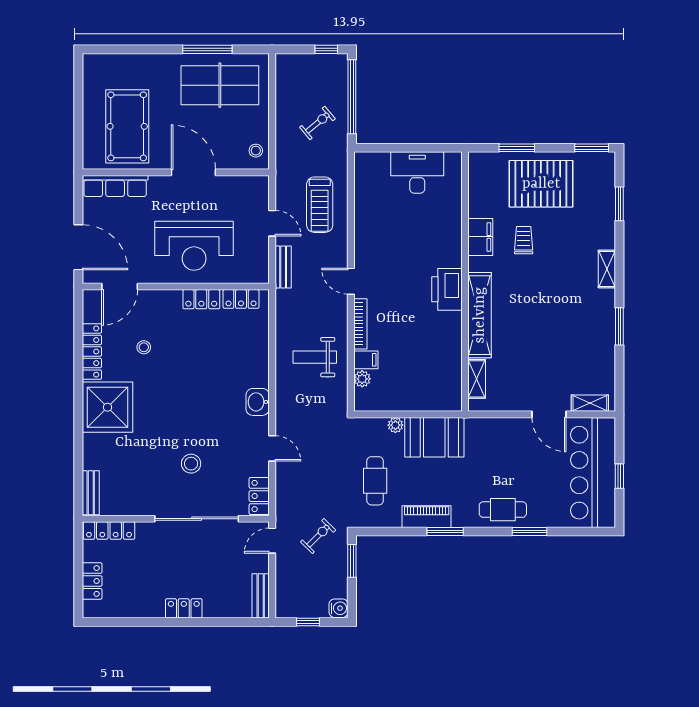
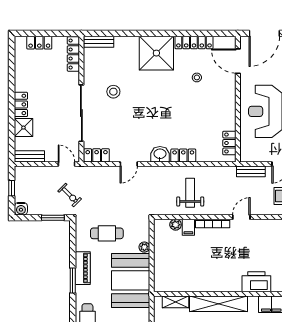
printer: (447, 289) -> (256, 282), moved
locker: (201, 299) -> (183, 155), moved, turned 90
booth: (434, 437) -> (131, 280), width x1.36, depth x1.42
stool: (191, 464) -> (113, 92), moved
shower: (218, 605) -> (23, 128), added

